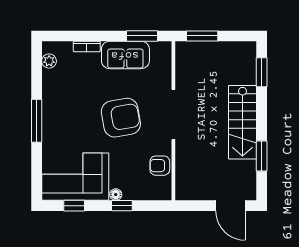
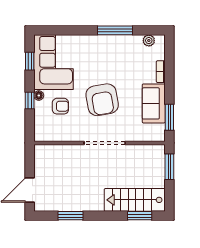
window: (37, 121) -> (115, 30), moved
stairs: (242, 122) -> (135, 200), moved
armchair: (160, 166) -> (60, 106), moved, turned 90

